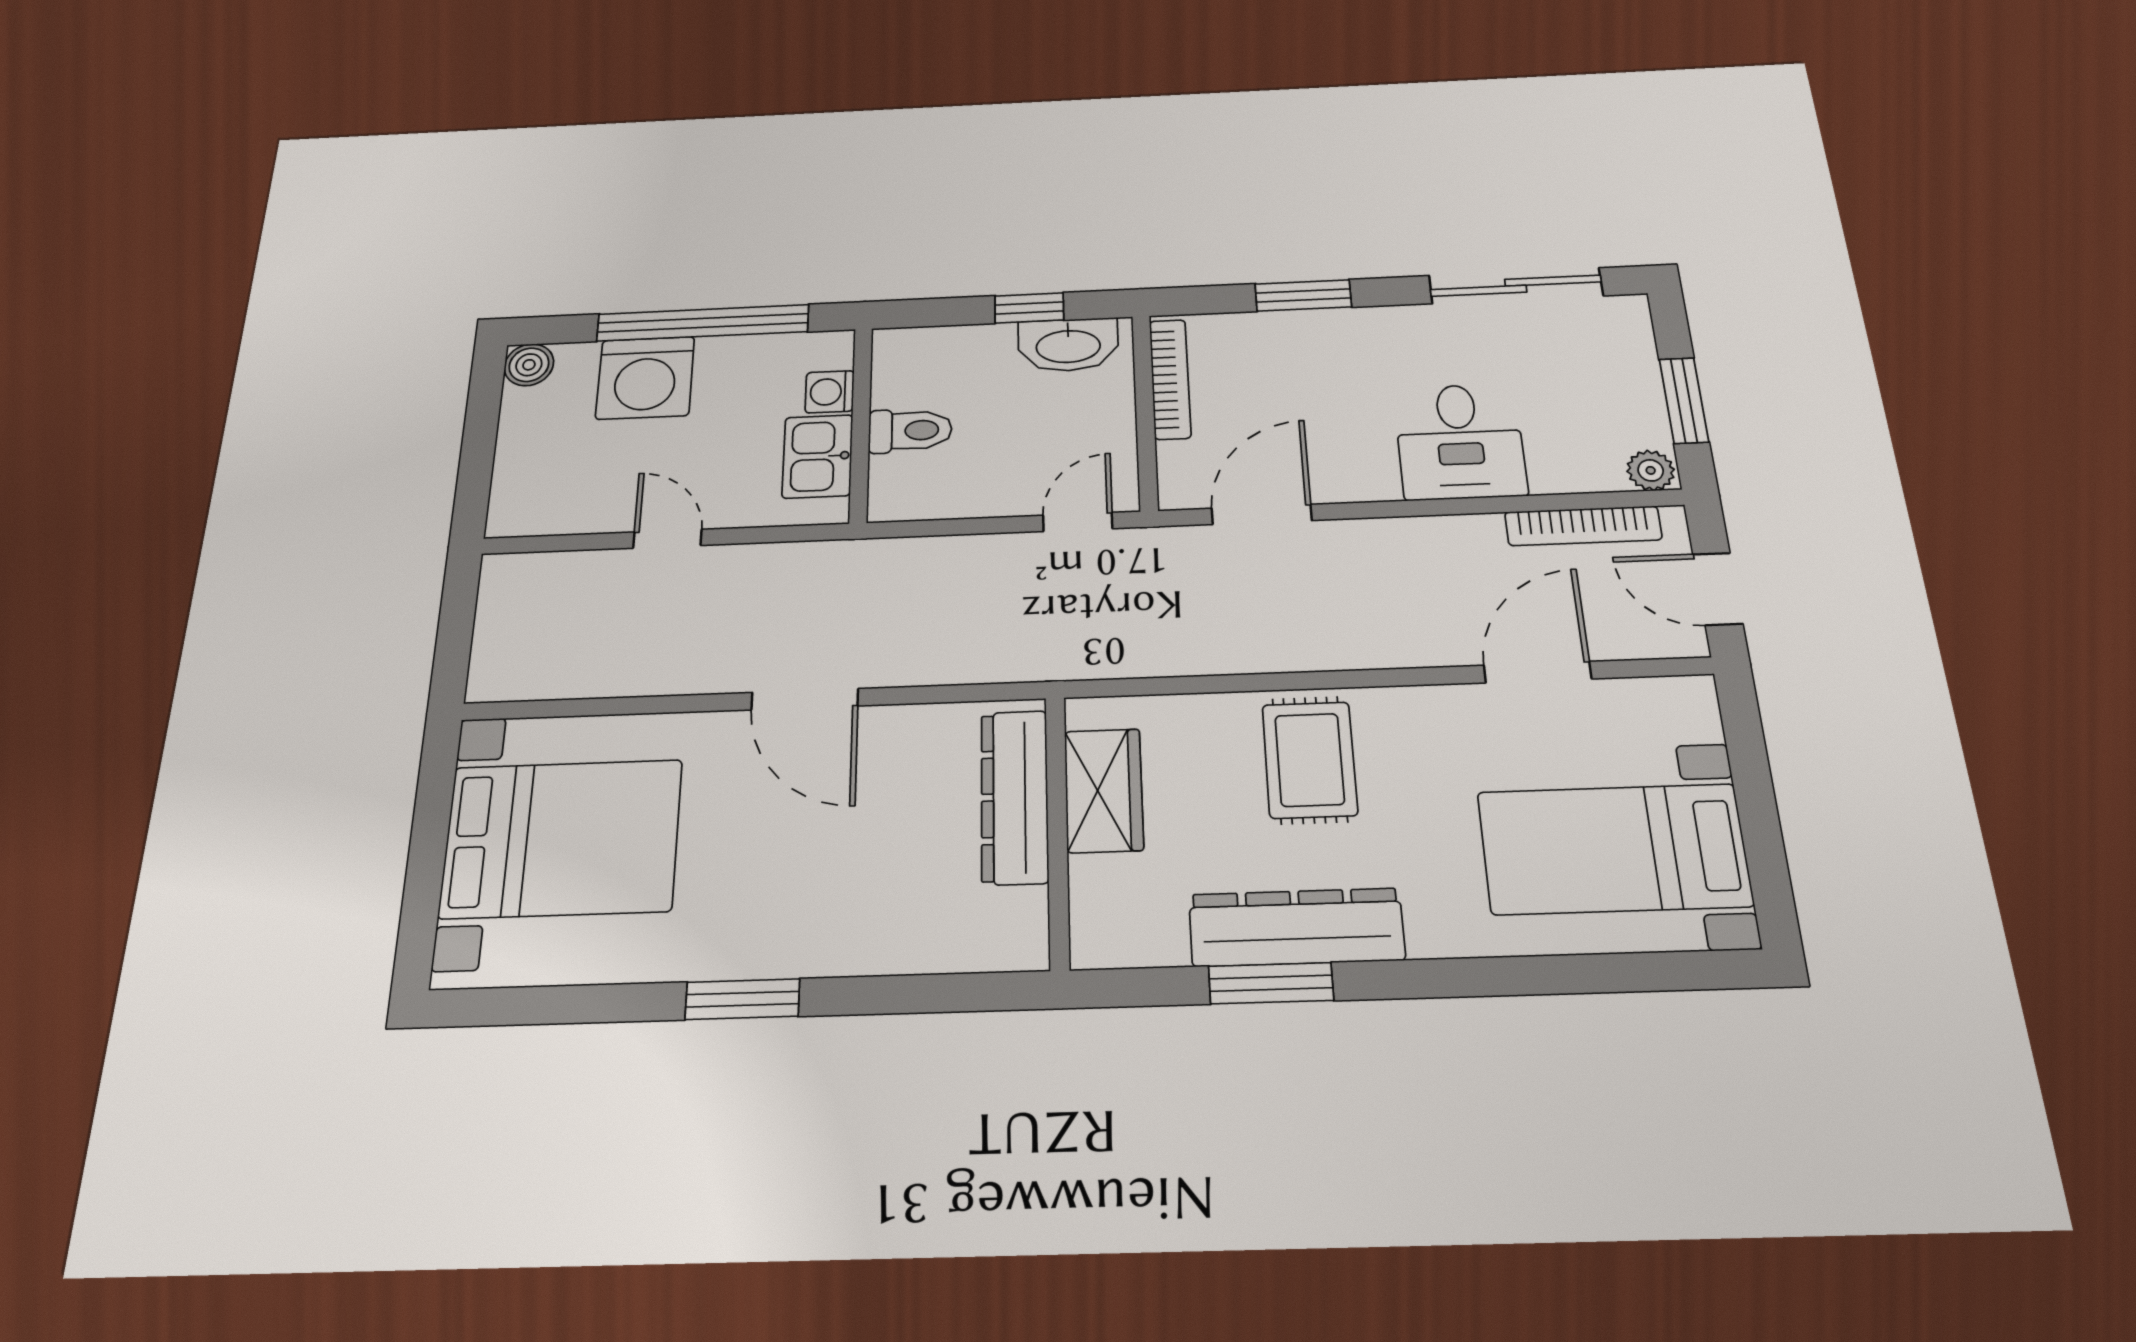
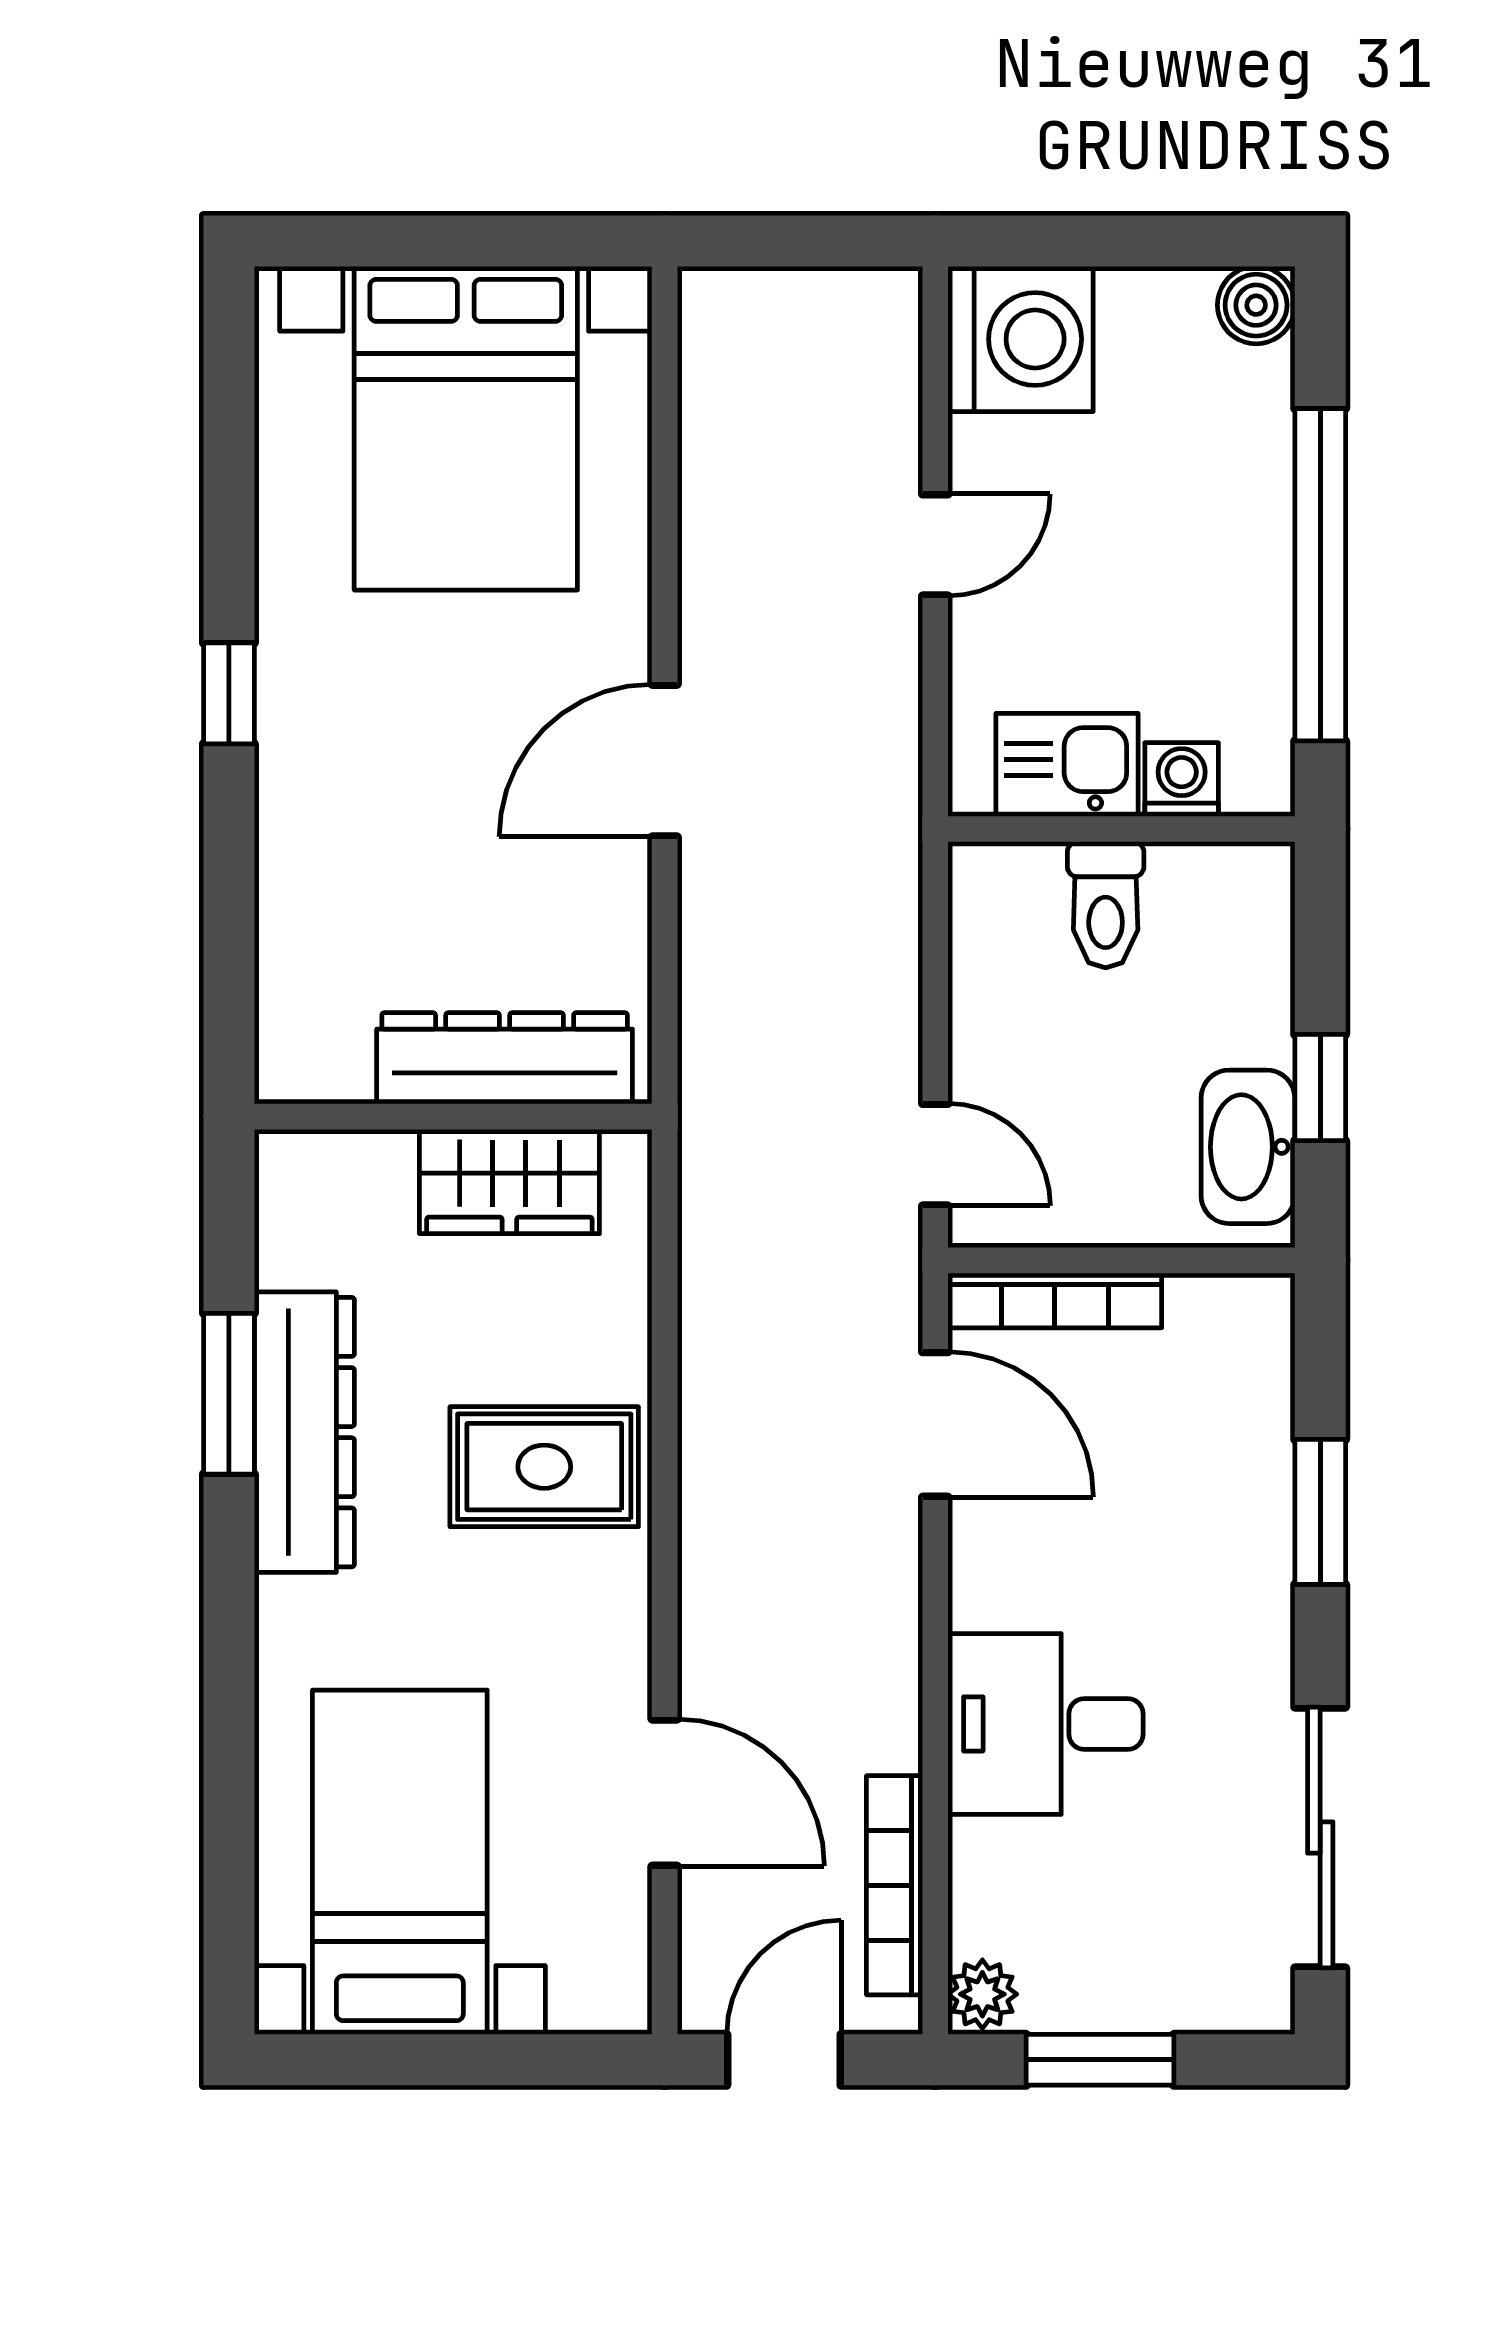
washing machine: (645, 378) -> (1021, 339), moved, turned 180
bookcase: (1170, 379) -> (1055, 1300), moved
window: (742, 999) -> (229, 693), width x0.67

